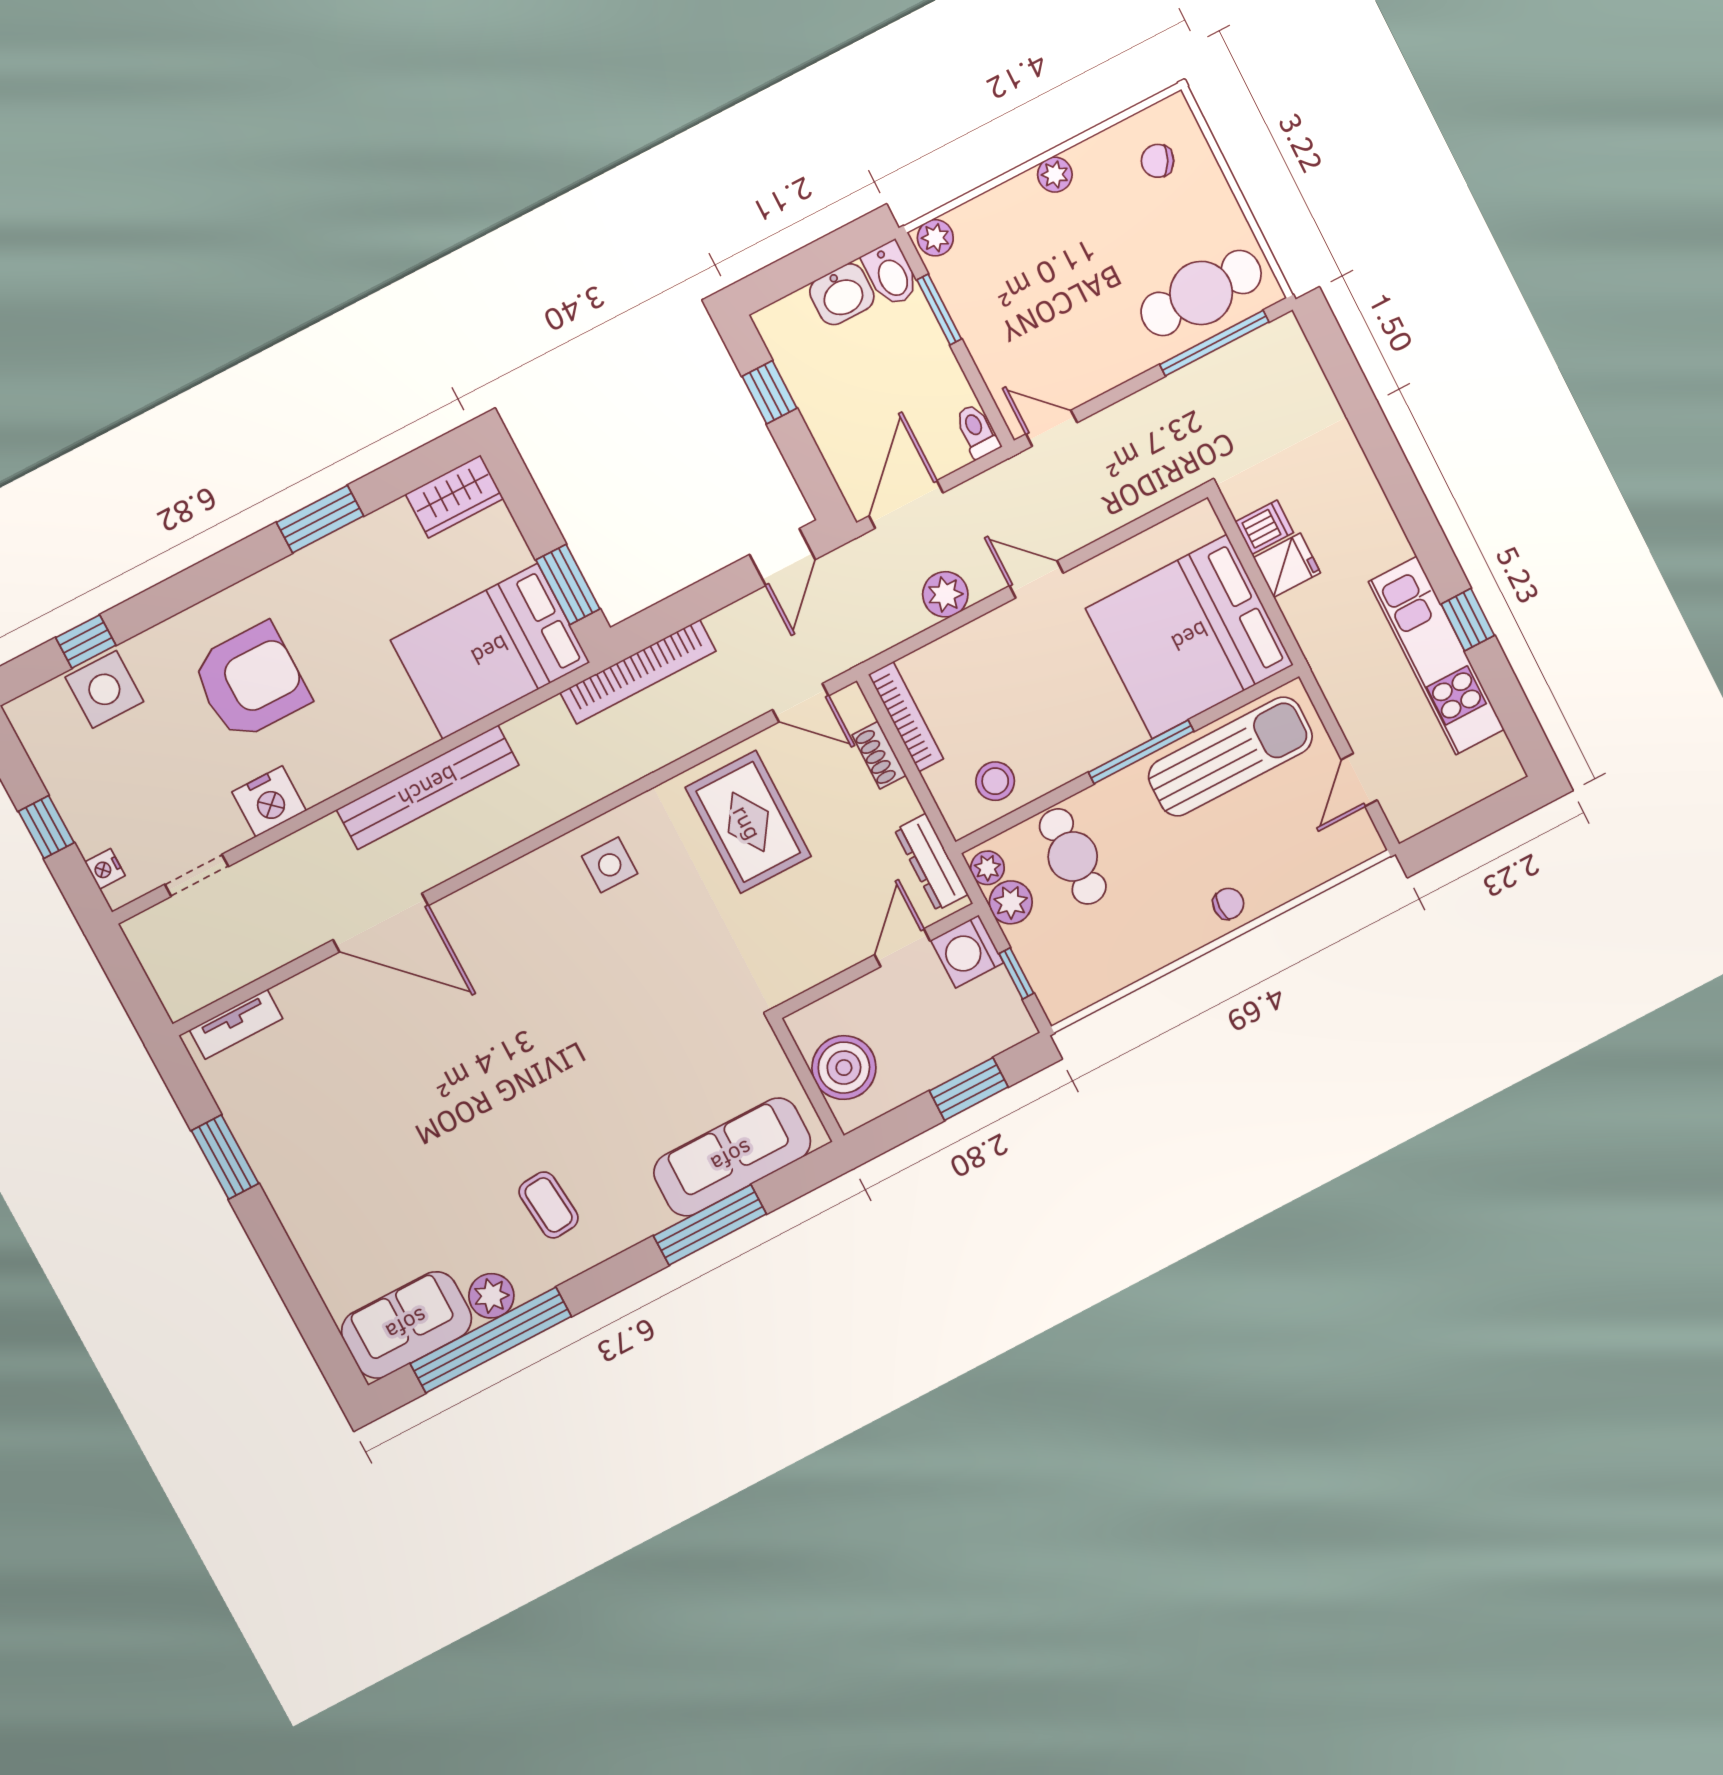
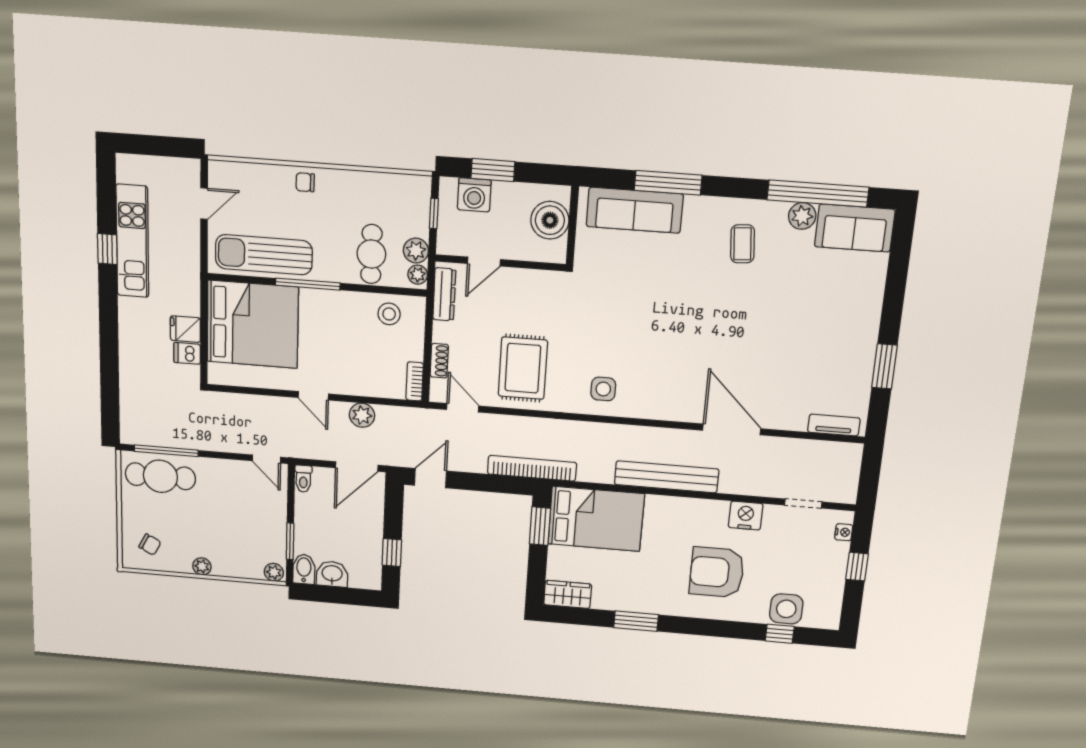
bookcase: (906, 717) -> (415, 381), width x0.64
washing machine: (967, 951) -> (474, 195), moved, turned 90

